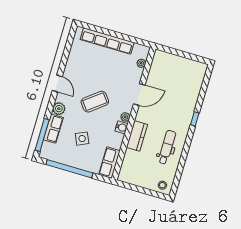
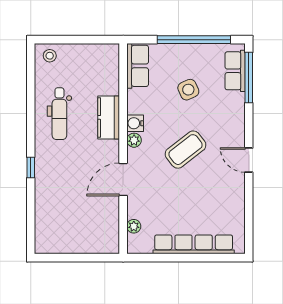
plant: (59, 109) -> (236, 124), removed
row of seats: (53, 129) -> (235, 71), moved

